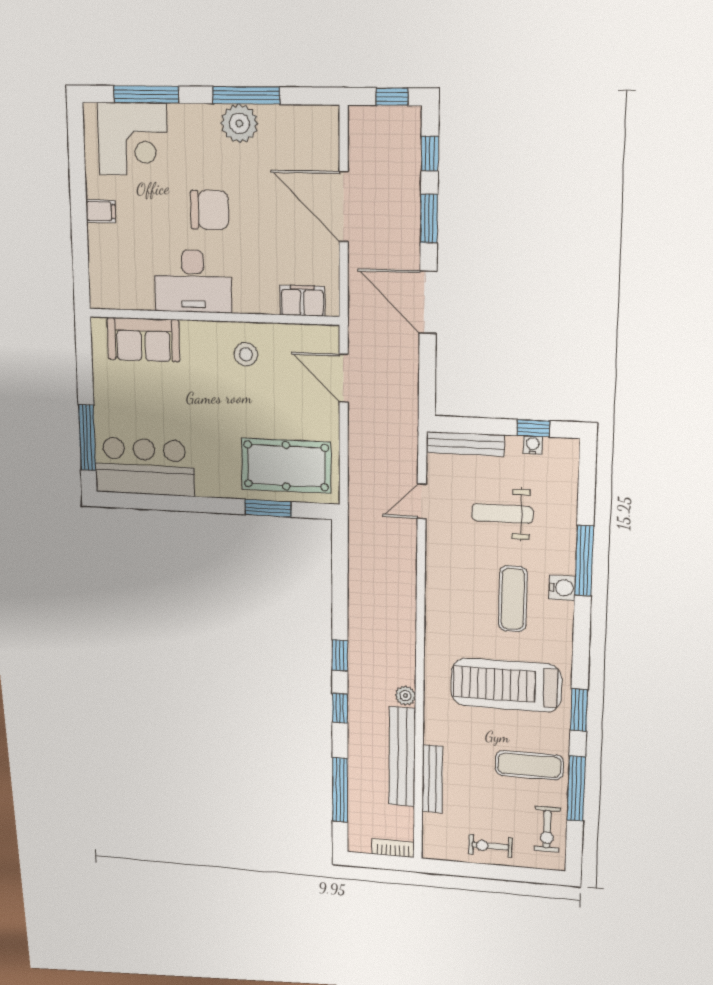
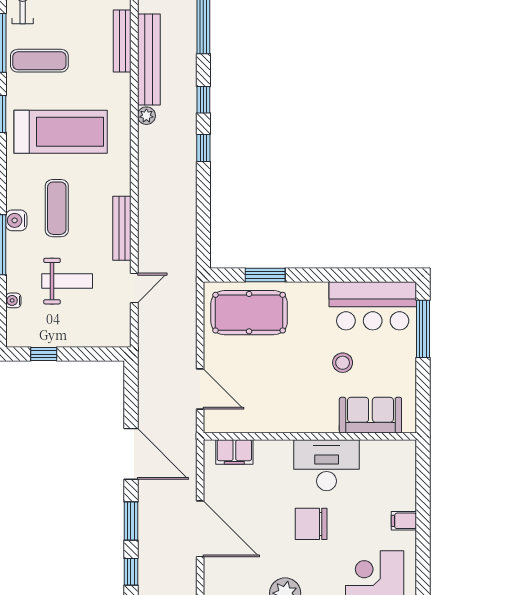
stool: (246, 354) -> (343, 363), moved
bench: (465, 444) -> (122, 228), moved, turned 90
water cooler: (533, 445) -> (13, 300), moved, turned 90

